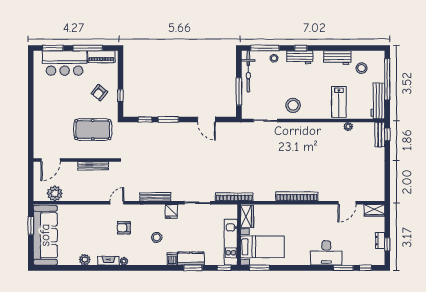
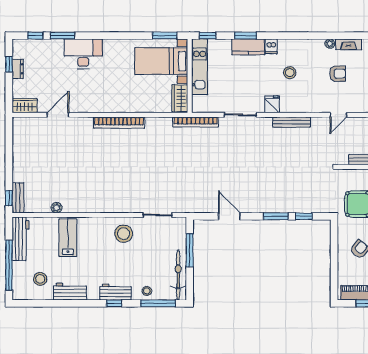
window: (120, 96) -> (334, 245), removed
armchair: (124, 228) -> (338, 74), moved

